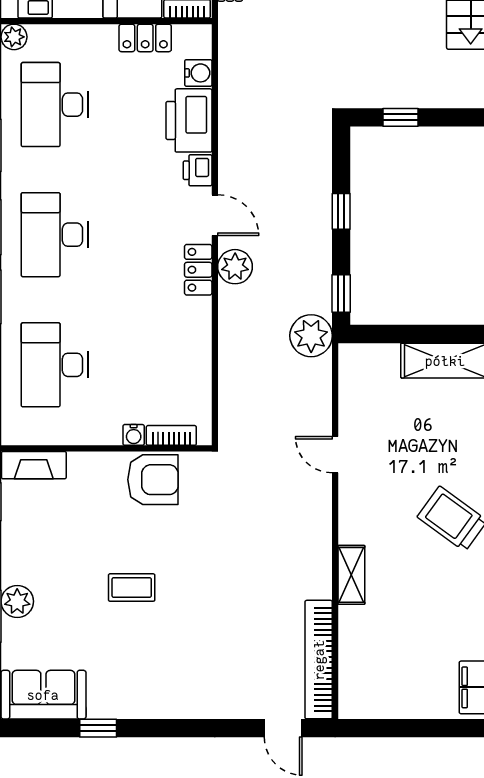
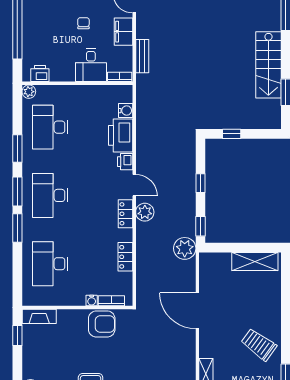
locker: (145, 38) -> (125, 257), moved, turned 90
door: (335, 455) -> (197, 311), width x1.87

